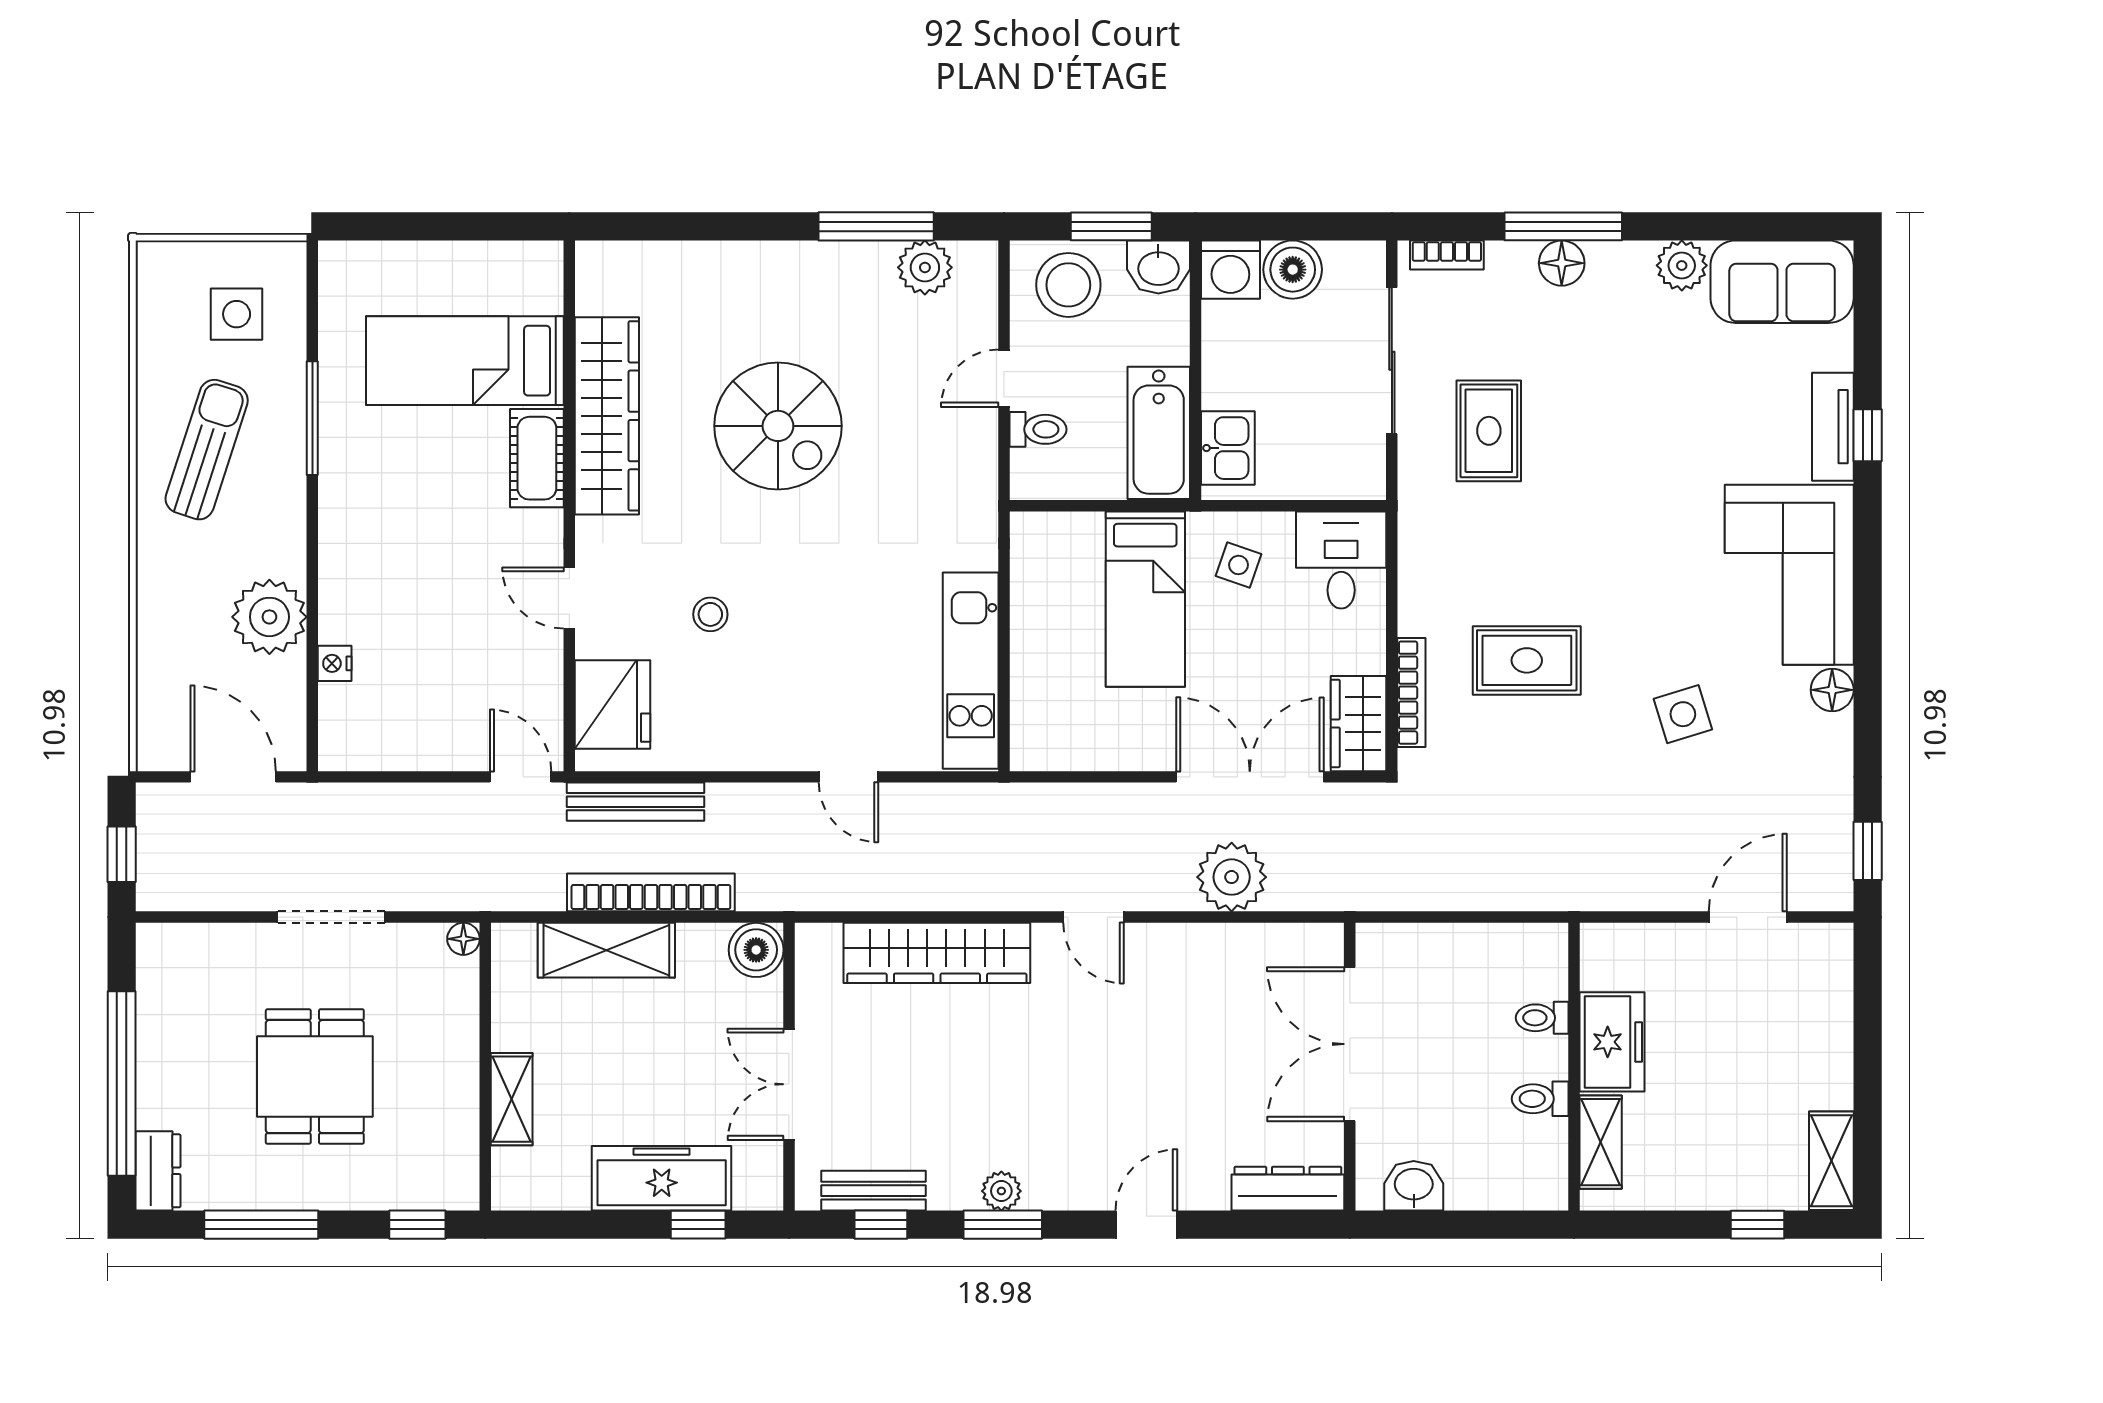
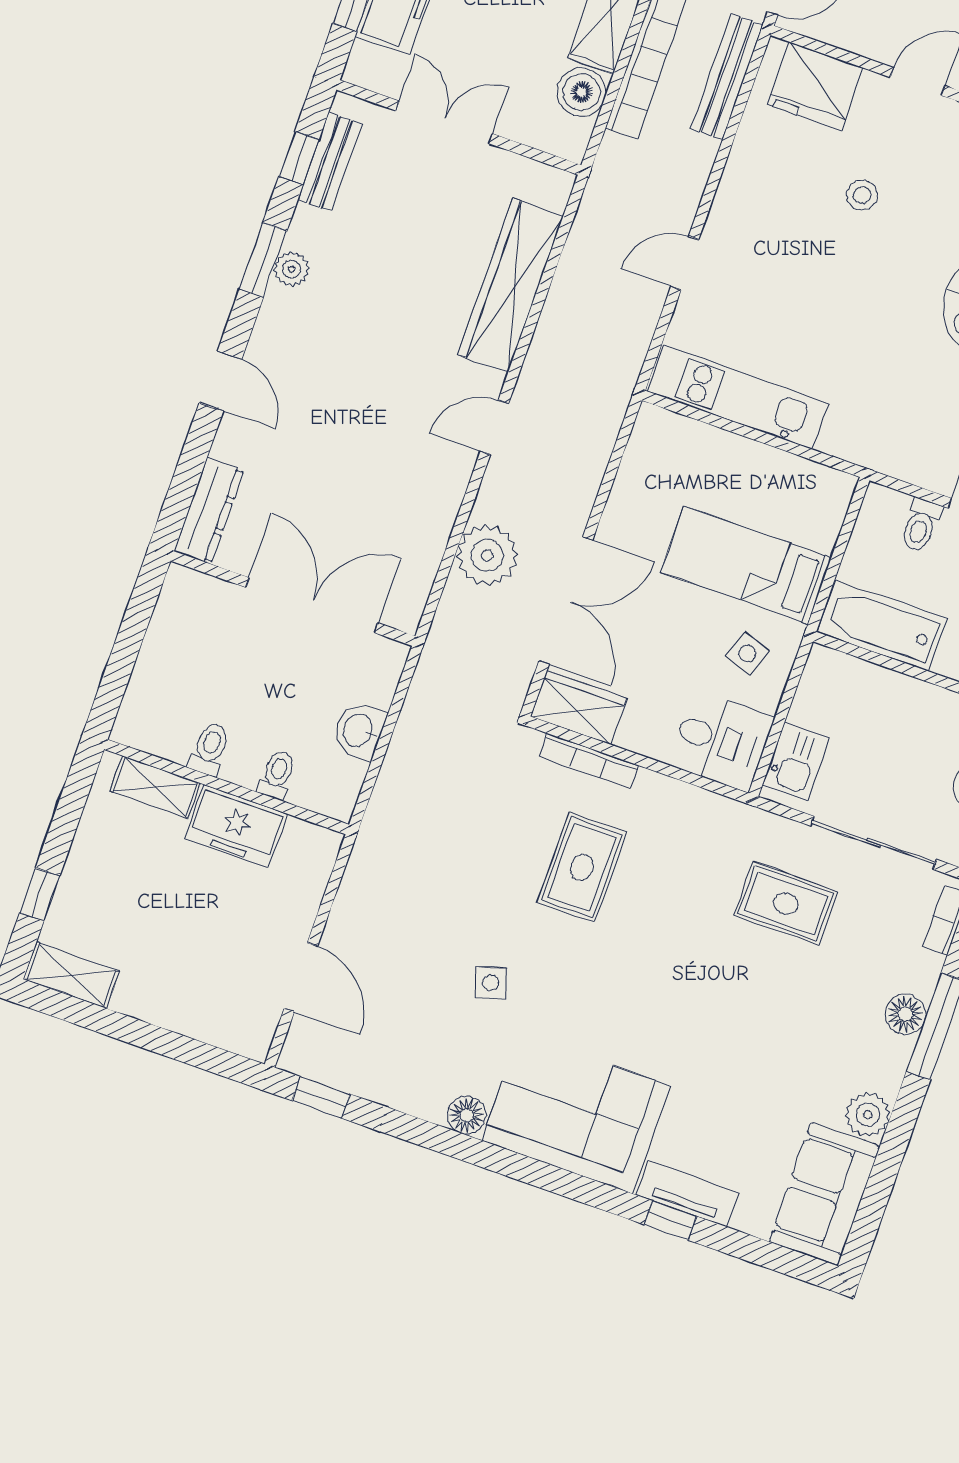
kitchen sink: (1228, 448) -> (796, 762), moved, turned -90
side table: (1683, 714) -> (490, 983), width x0.73, depth x0.73
boiler: (756, 950) -> (581, 92), moved
washbasin: (1414, 1186) -> (359, 731), moved, turned 180

